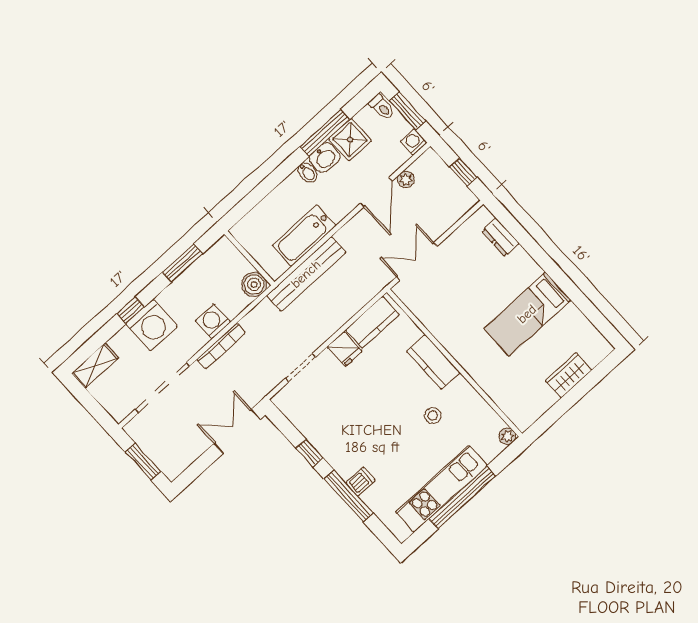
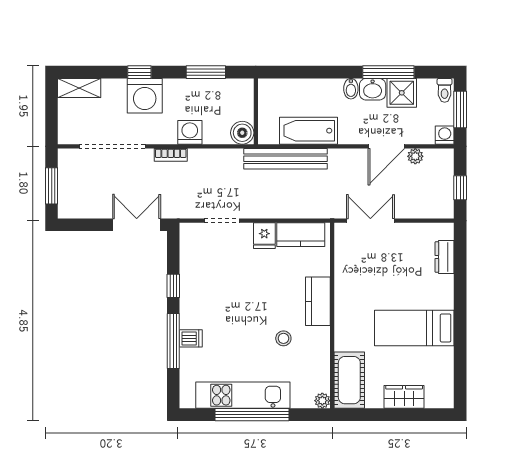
bookcase: (221, 346) -> (171, 155), width x0.64
cot: (514, 401) -> (349, 380), added

